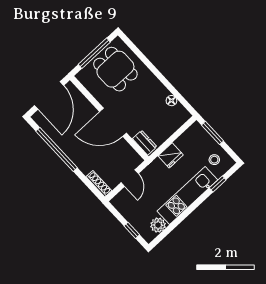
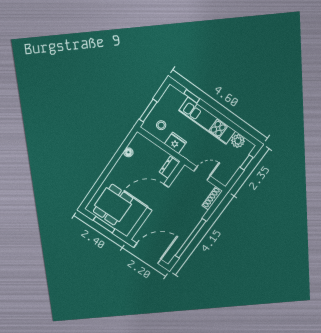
window: (94, 53) -> (104, 225), width x0.69
door: (113, 122) -> (158, 197), swing flipped
stool: (214, 160) -> (161, 125), moved

